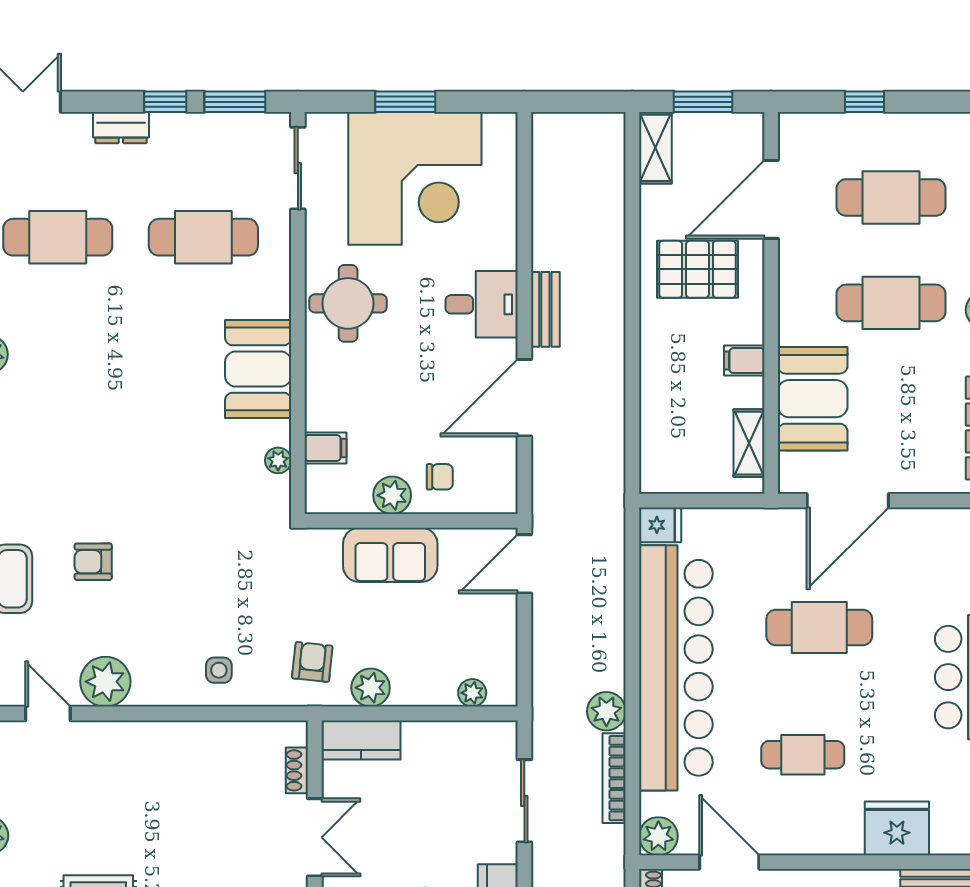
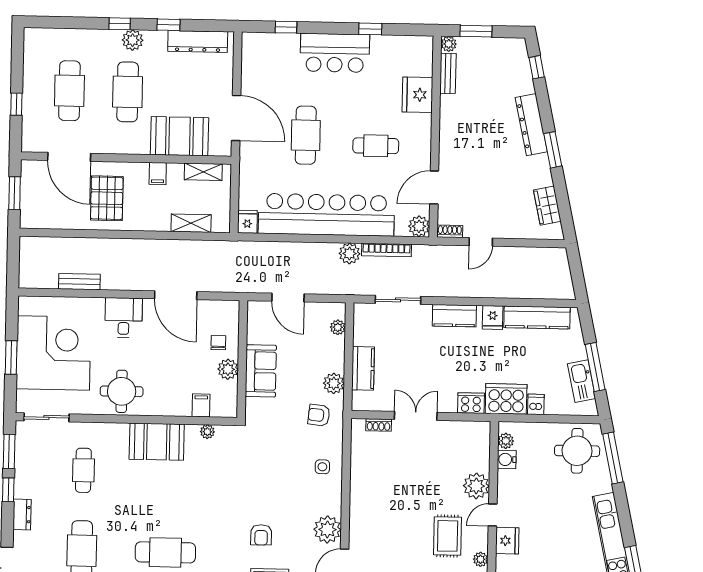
shelving: (655, 148) -> (191, 223), moved
cafe table: (203, 237) -> (83, 470), width x0.73, depth x0.74
bench: (545, 309) -> (79, 282), moved
cafe table: (58, 389) -> (165, 552), added
door: (524, 564) -> (288, 298), moved
kitchen counter: (361, 740) -> (363, 368), moved
cafe table: (803, 755) -> (376, 146), turned 90

